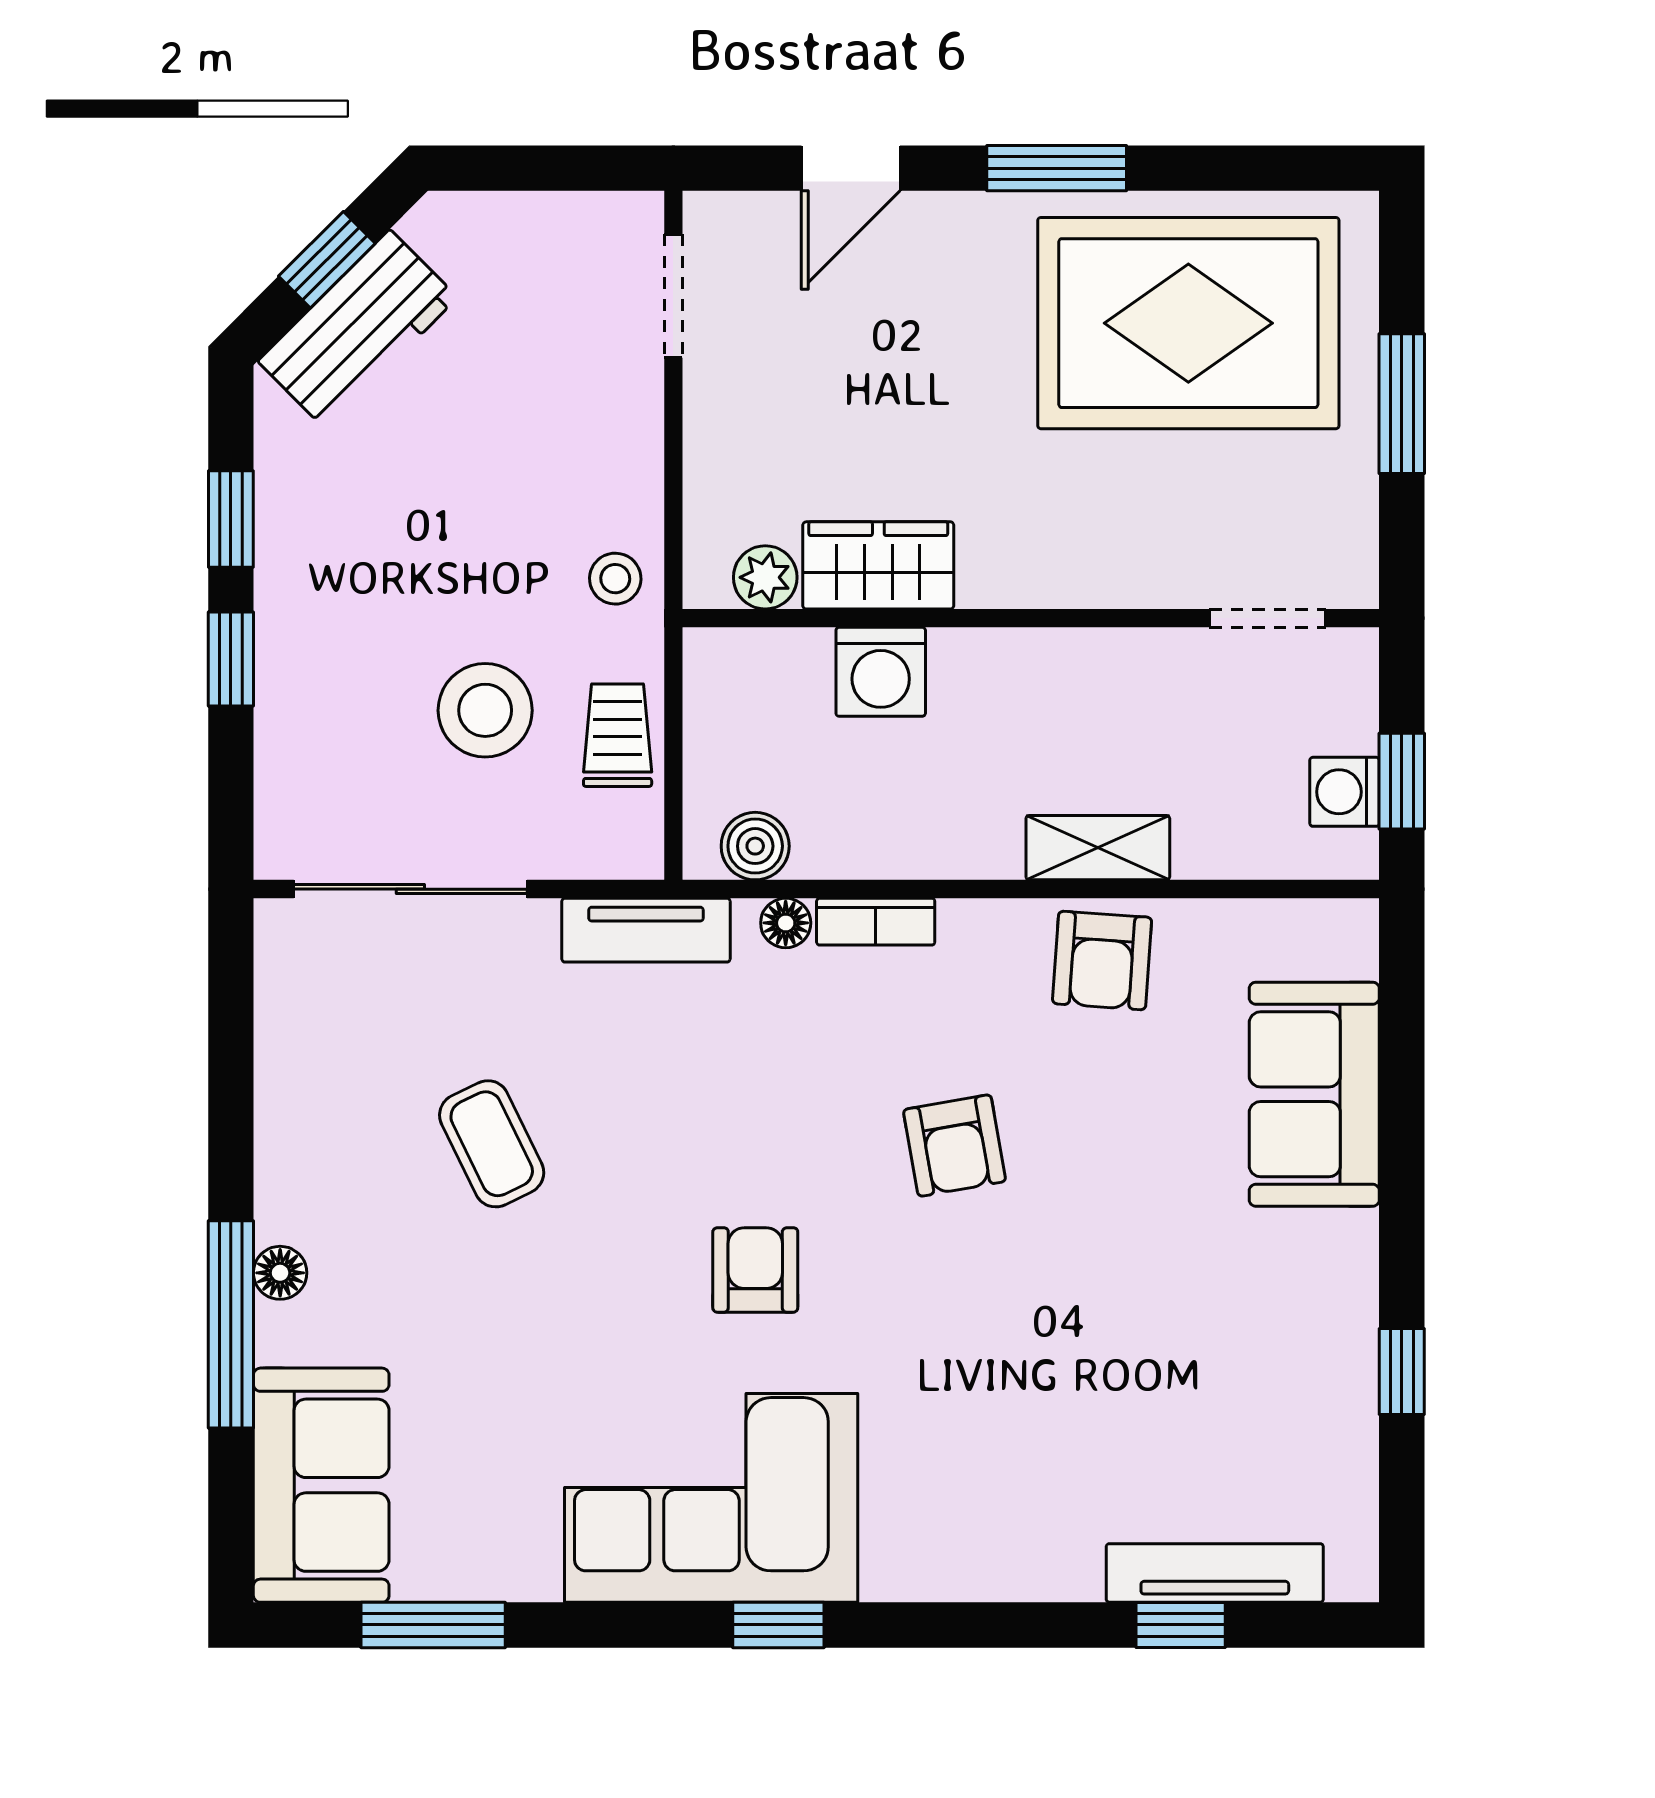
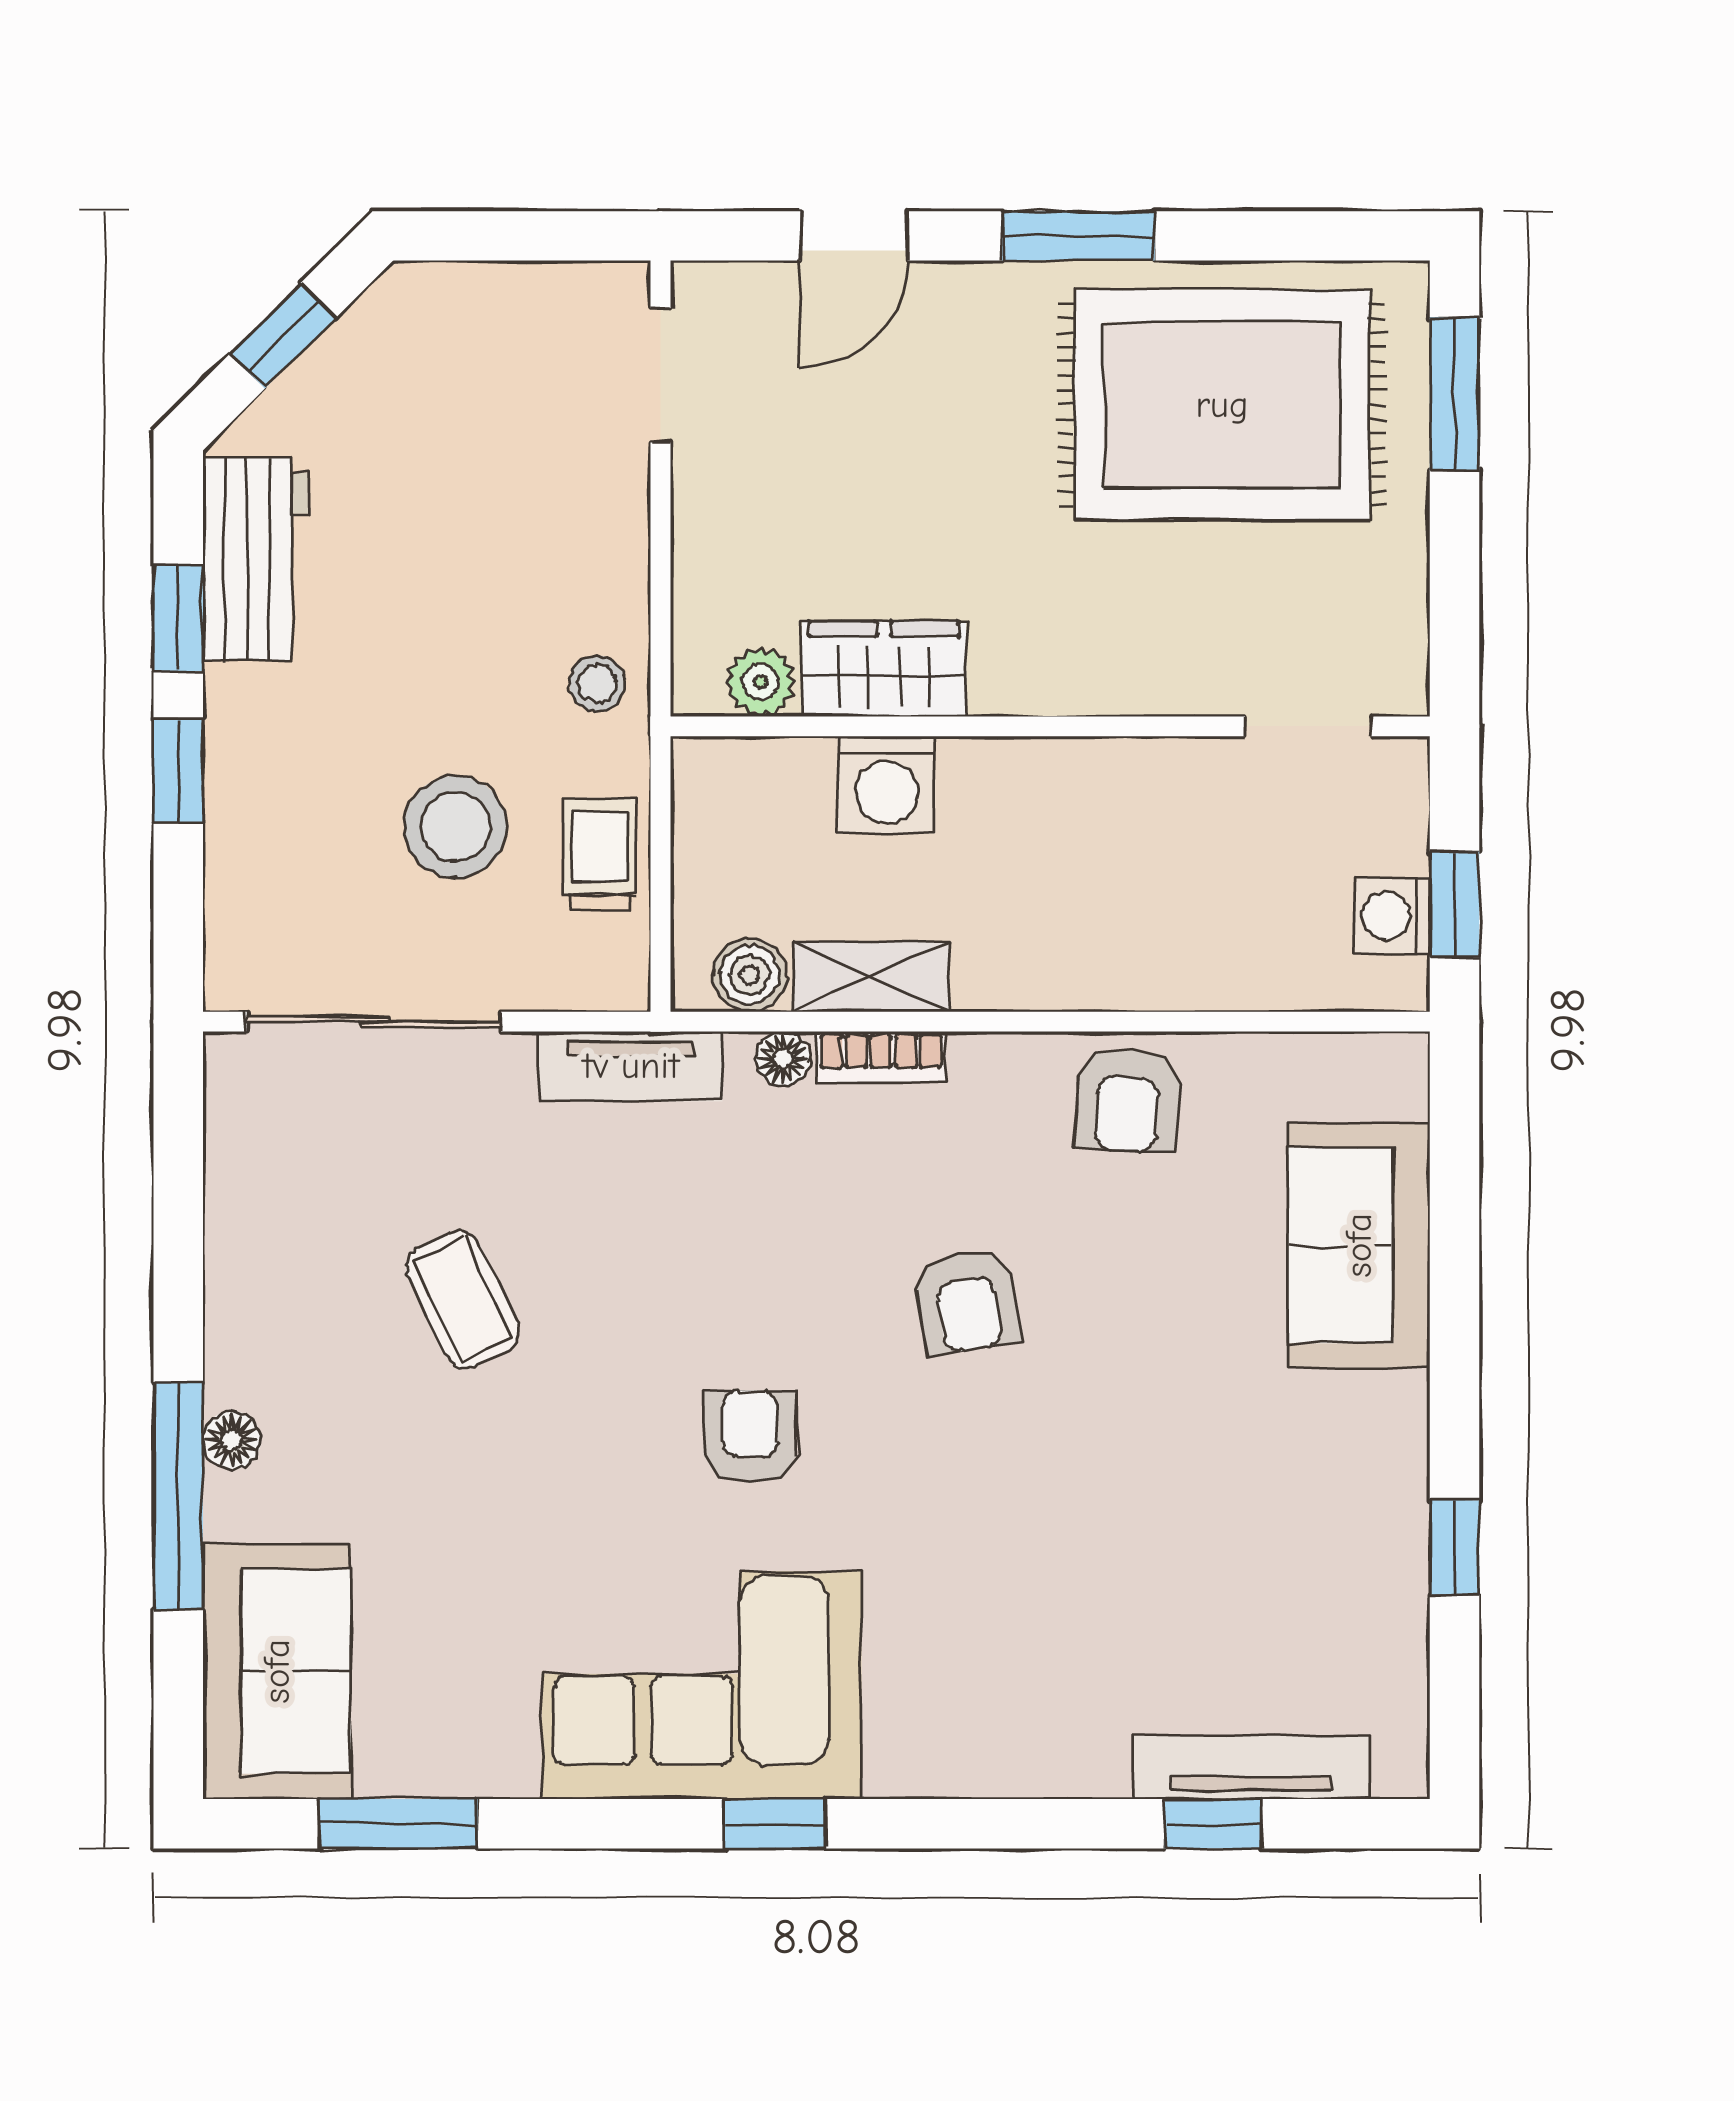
workbench: (358, 329) -> (256, 558), moved, turned -45
window: (1402, 404) -> (1455, 394), moved
shelving: (1098, 848) -> (872, 977), moved

